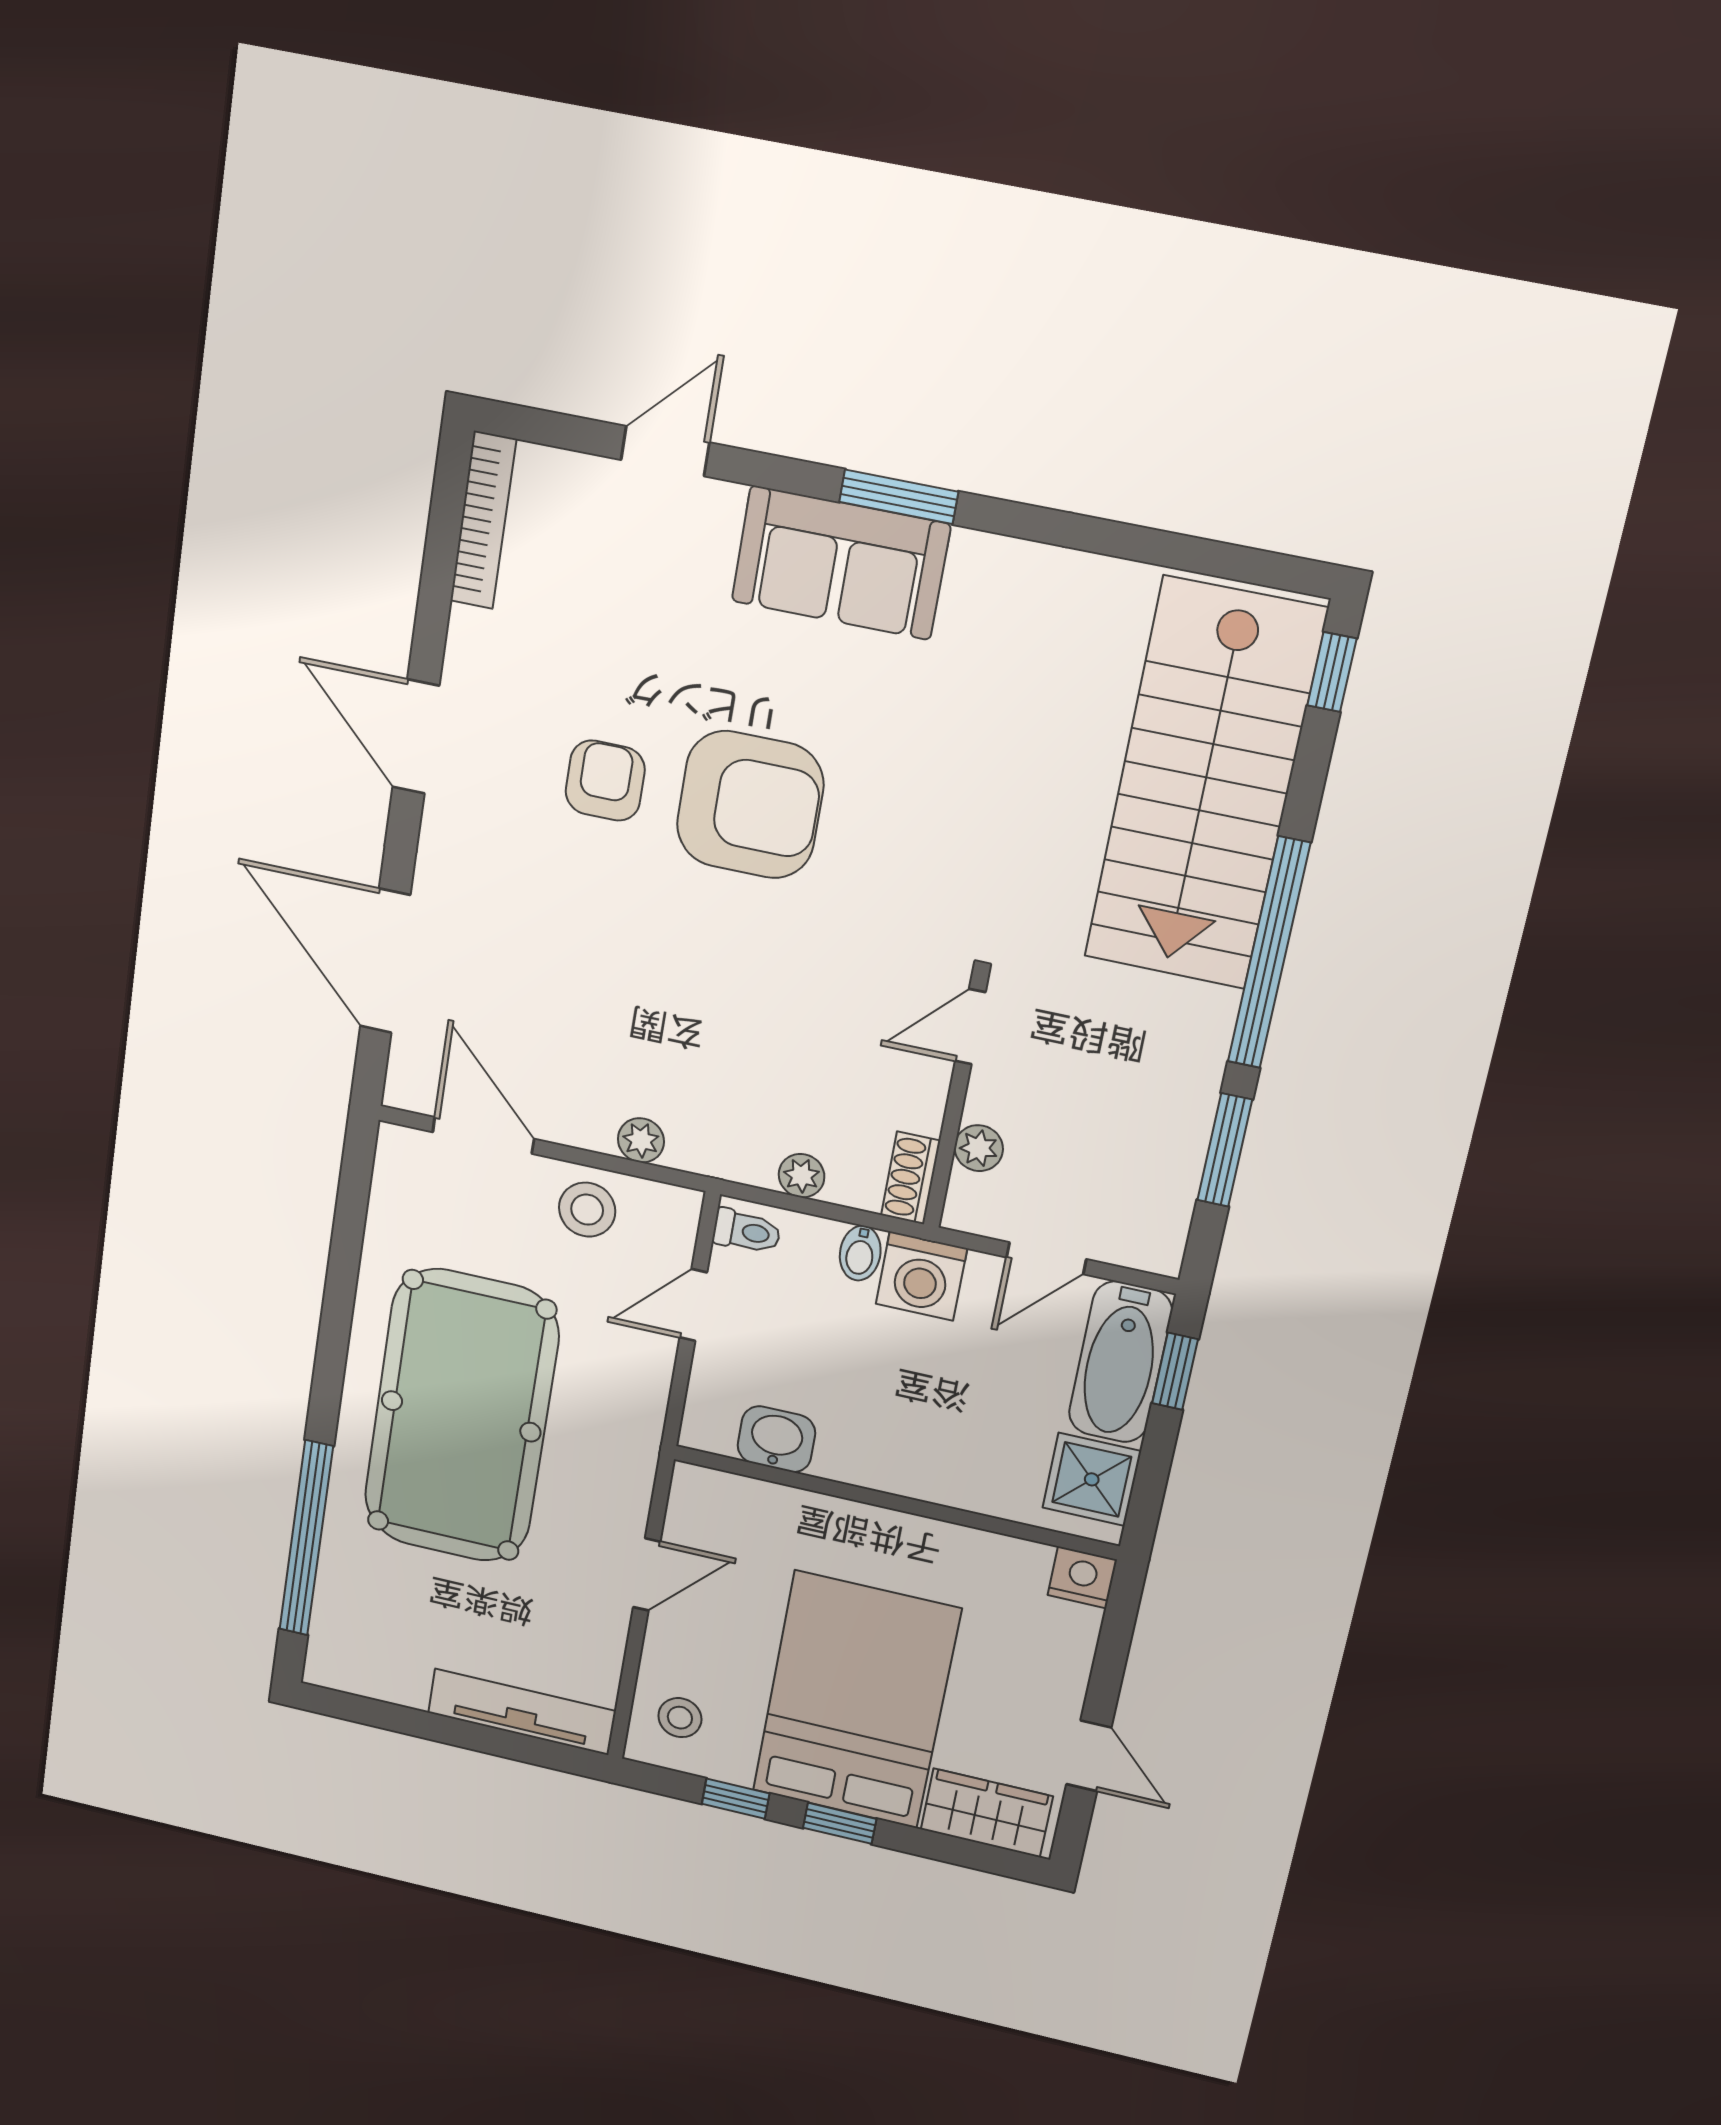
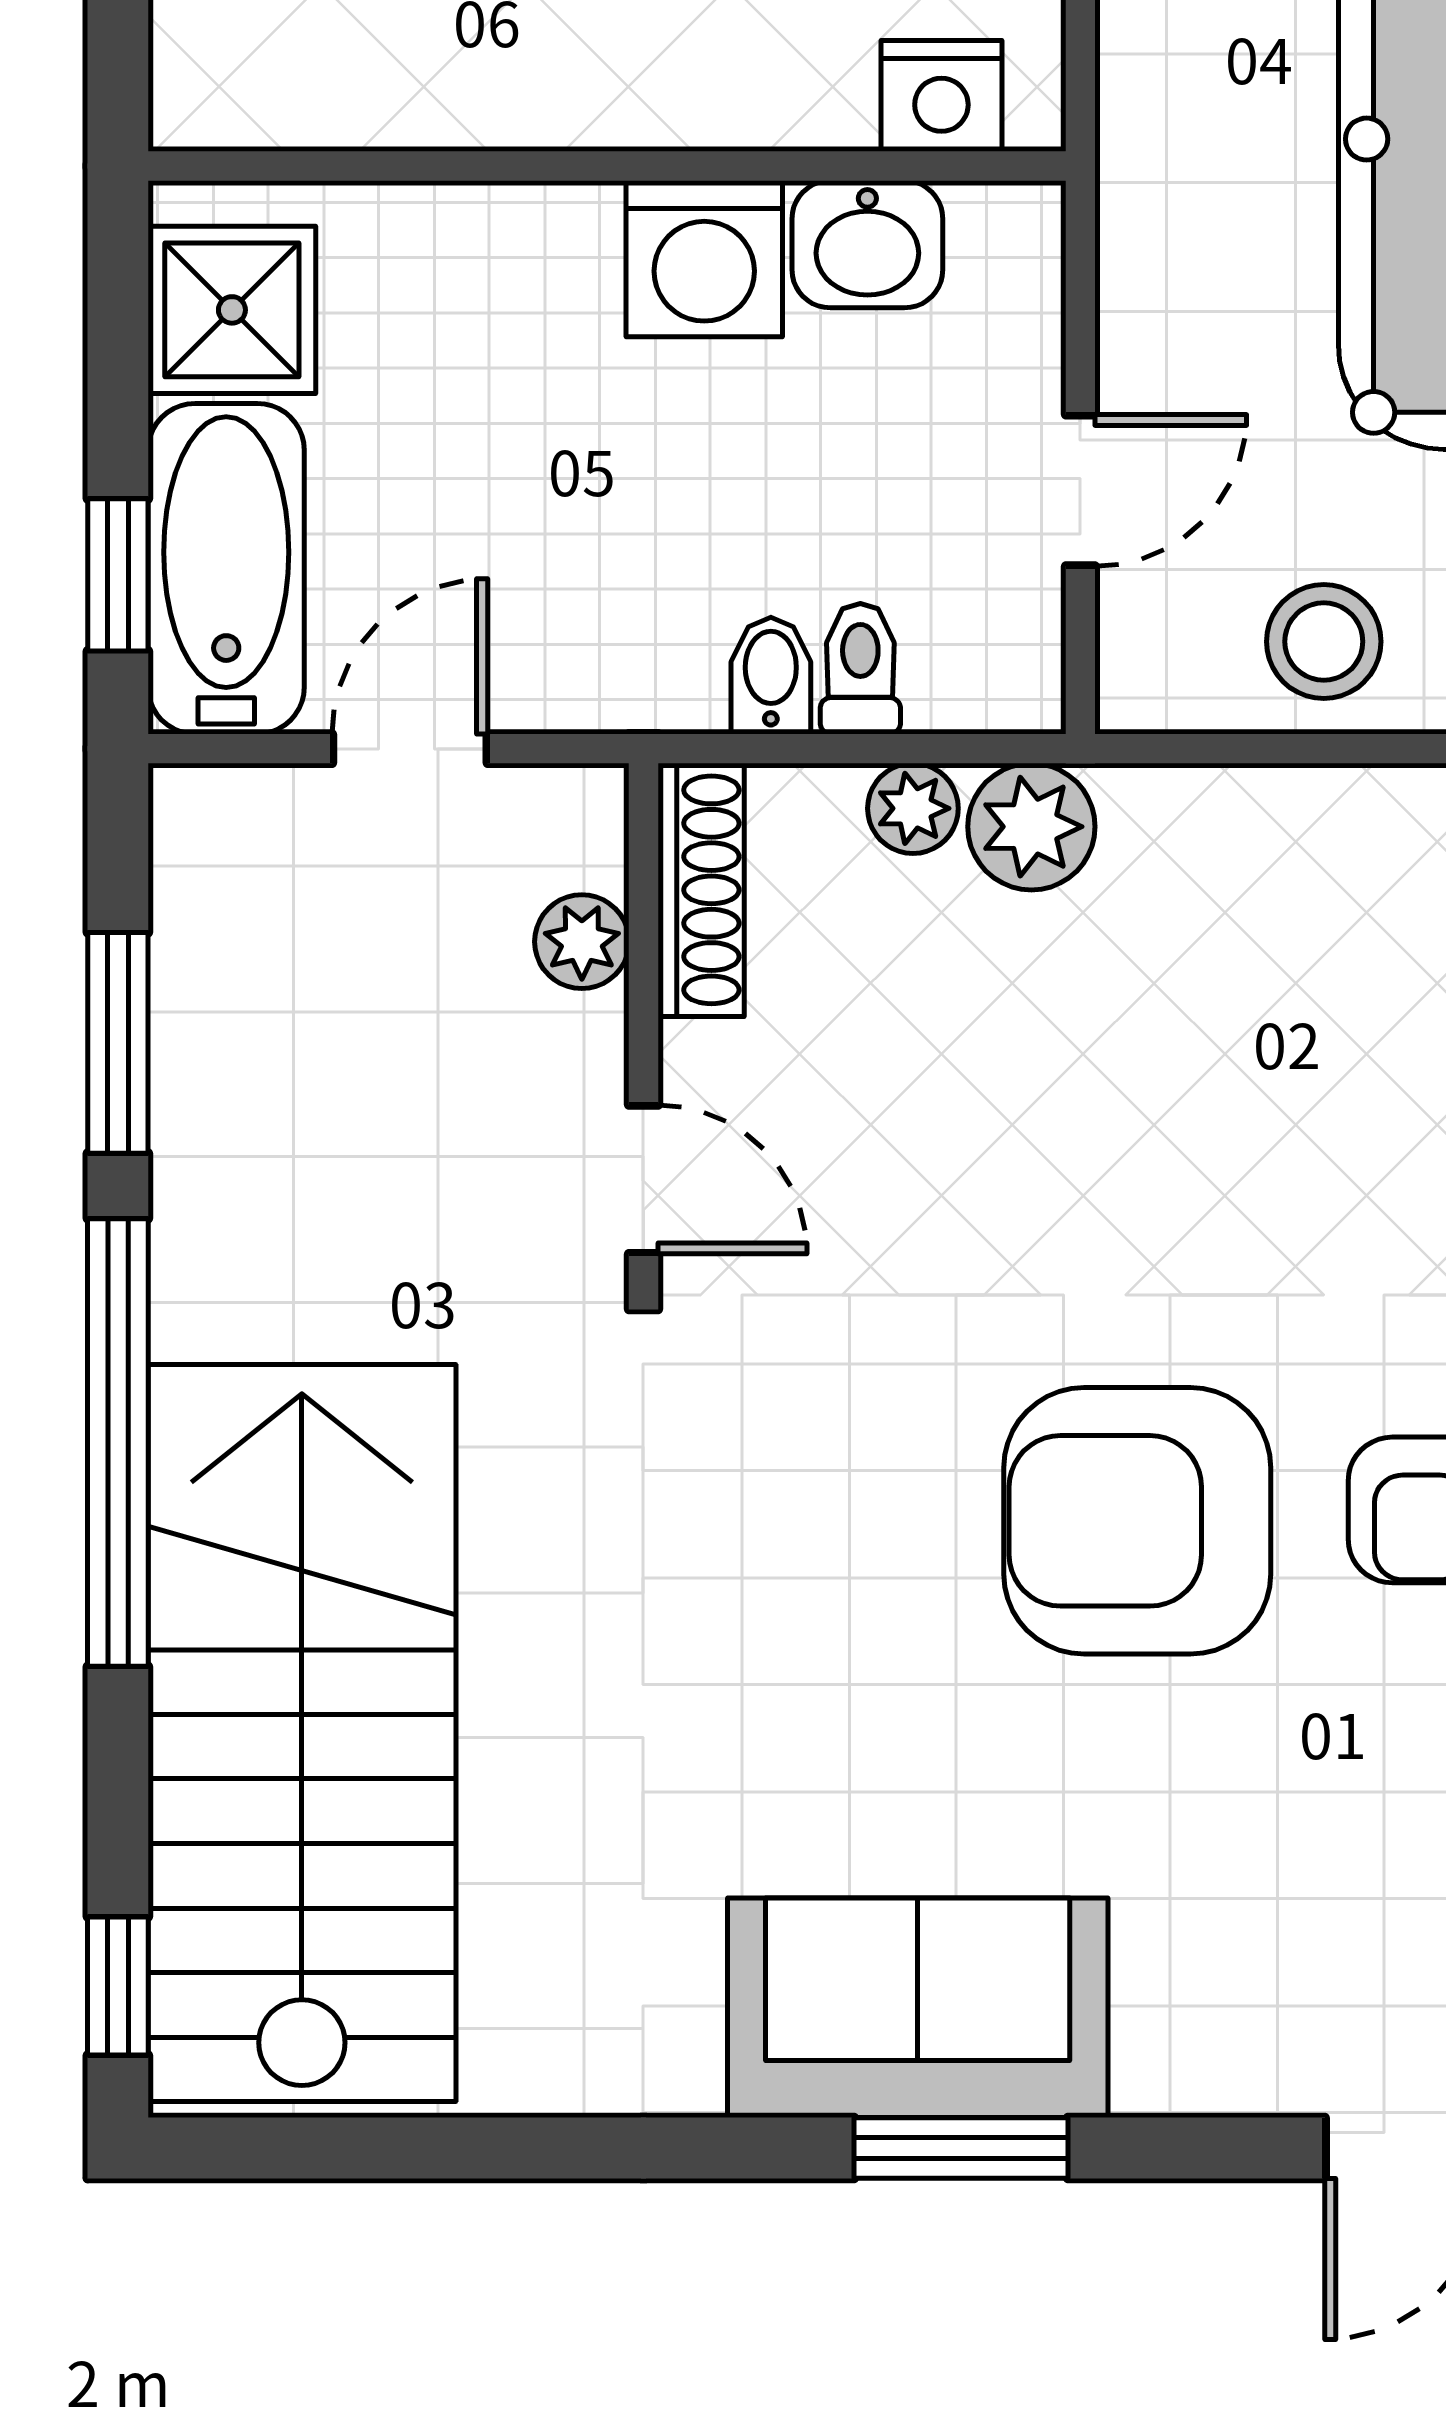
sofa: (841, 563) -> (918, 2008), moved
door: (970, 1027) -> (643, 1179), hinge flipped
plant: (641, 1140) -> (1031, 827), moved, width x1.38, depth x1.38
shoe rack: (911, 1178) -> (701, 890), width x1.43
toilet: (747, 1231) -> (860, 669), moved, turned 90
washing machine: (921, 1276) -> (704, 259), moved, turned 180
nightstand: (1082, 1577) -> (941, 96), moved

